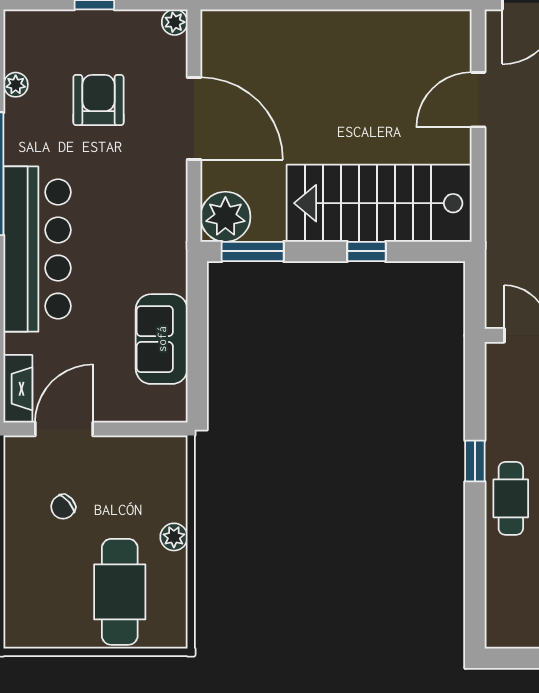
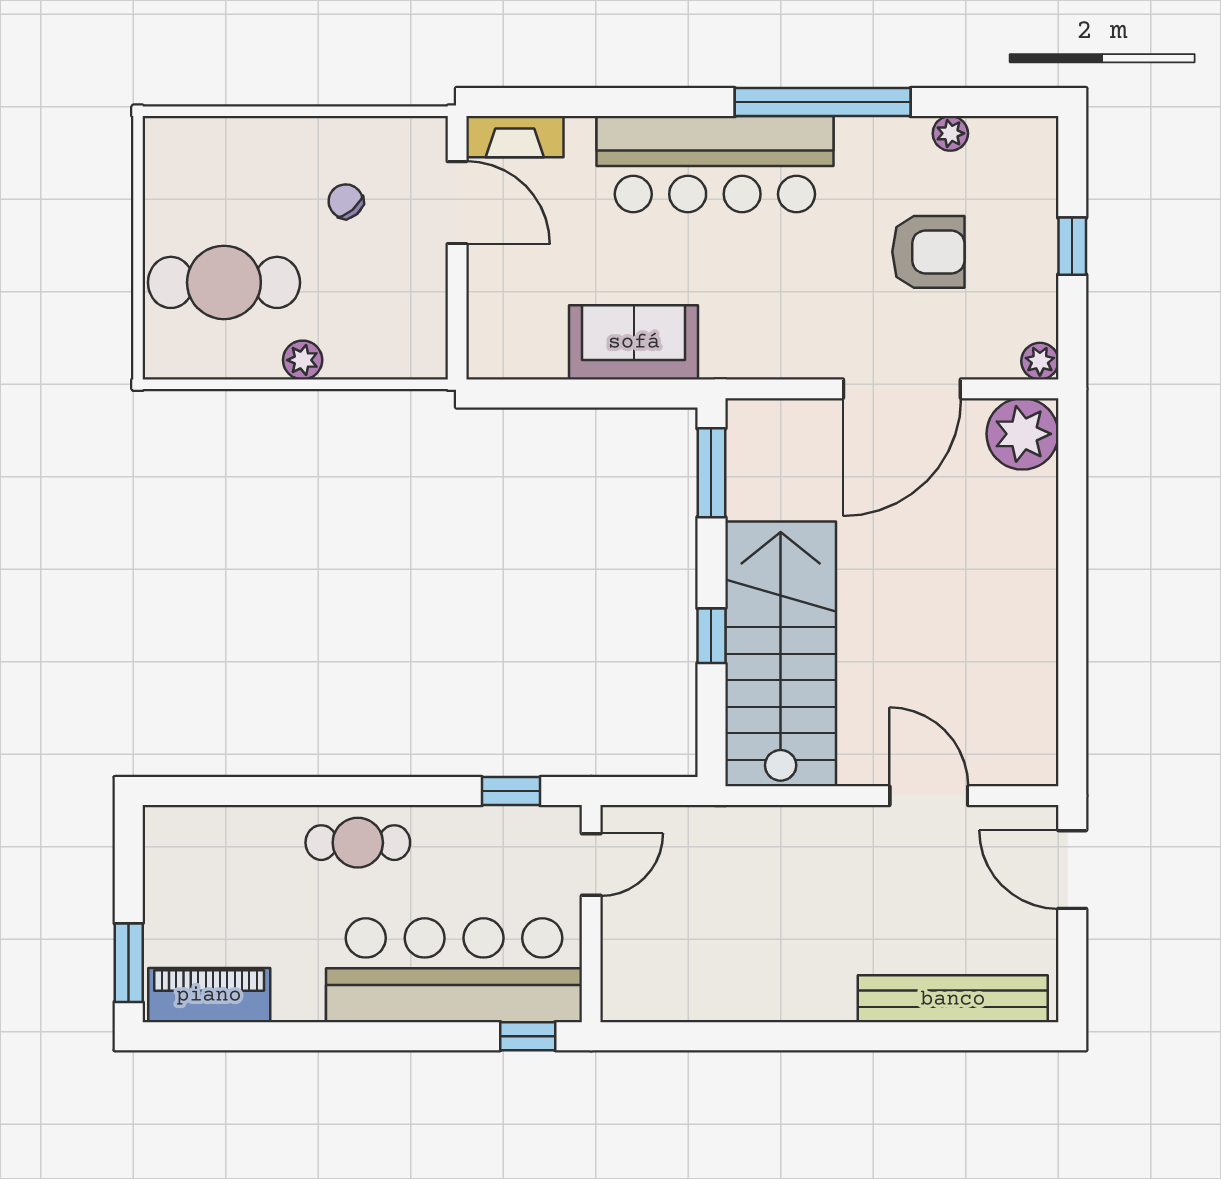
plant: (225, 217) -> (1022, 434), moved
sofa: (162, 339) -> (634, 342), moved
window: (475, 461) -> (511, 791), moved

